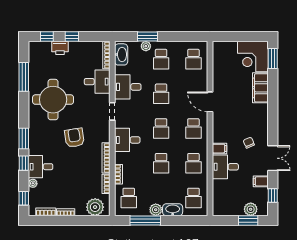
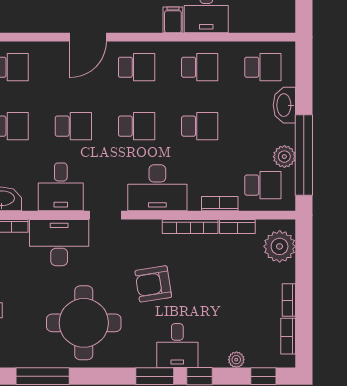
desk: (97, 82) -> (59, 243), width x1.37
desk: (127, 140) -> (157, 188), width x1.37
desk: (41, 167) -> (177, 346), moved
plant: (156, 210) -> (284, 157), moved
window: (145, 220) -> (304, 155), width x1.46

